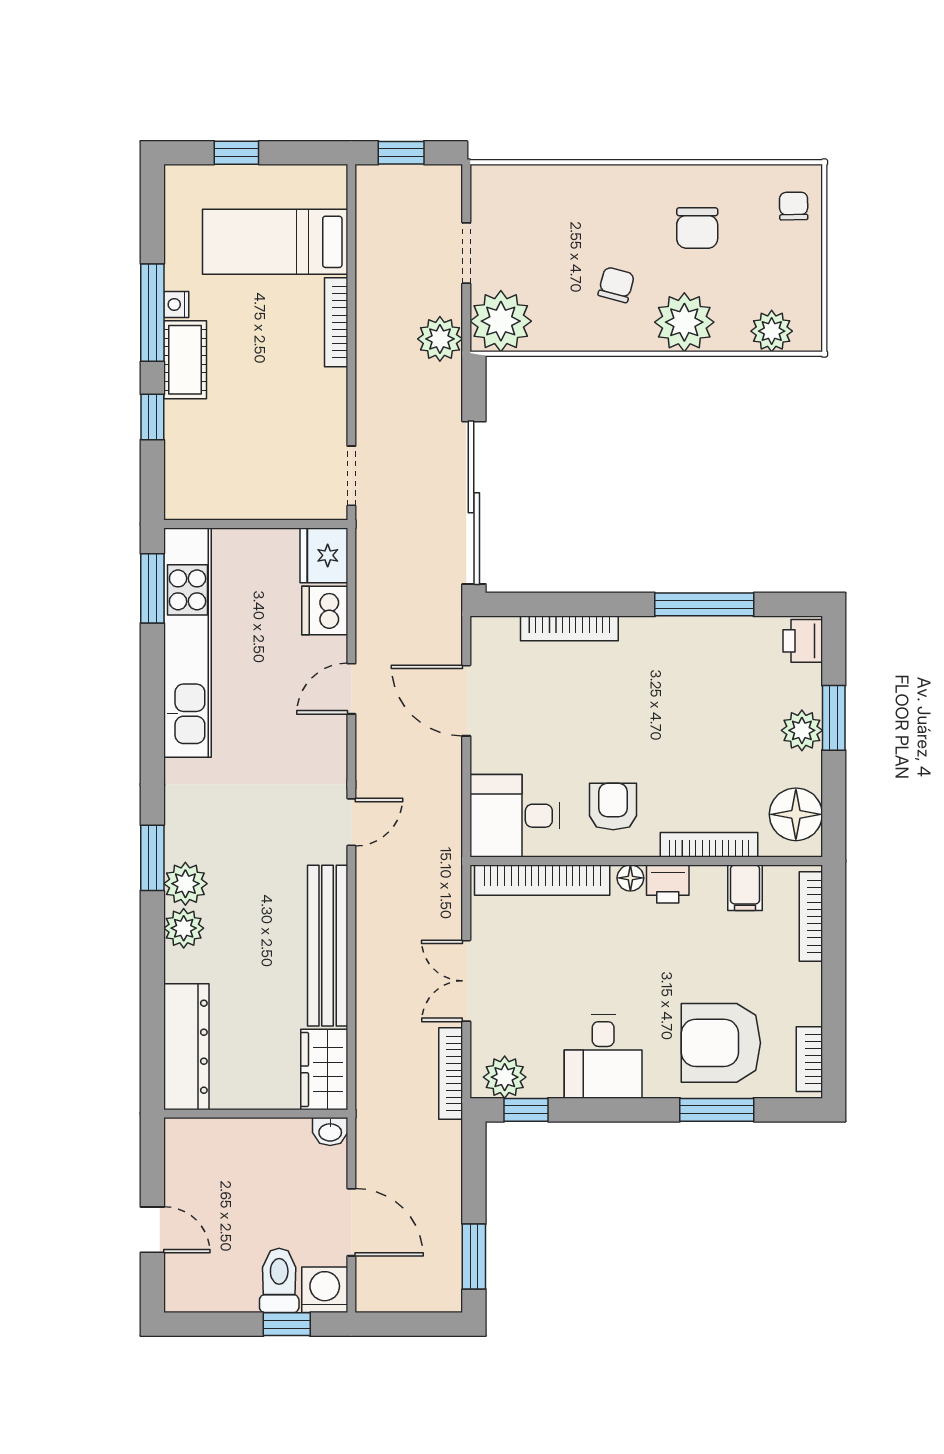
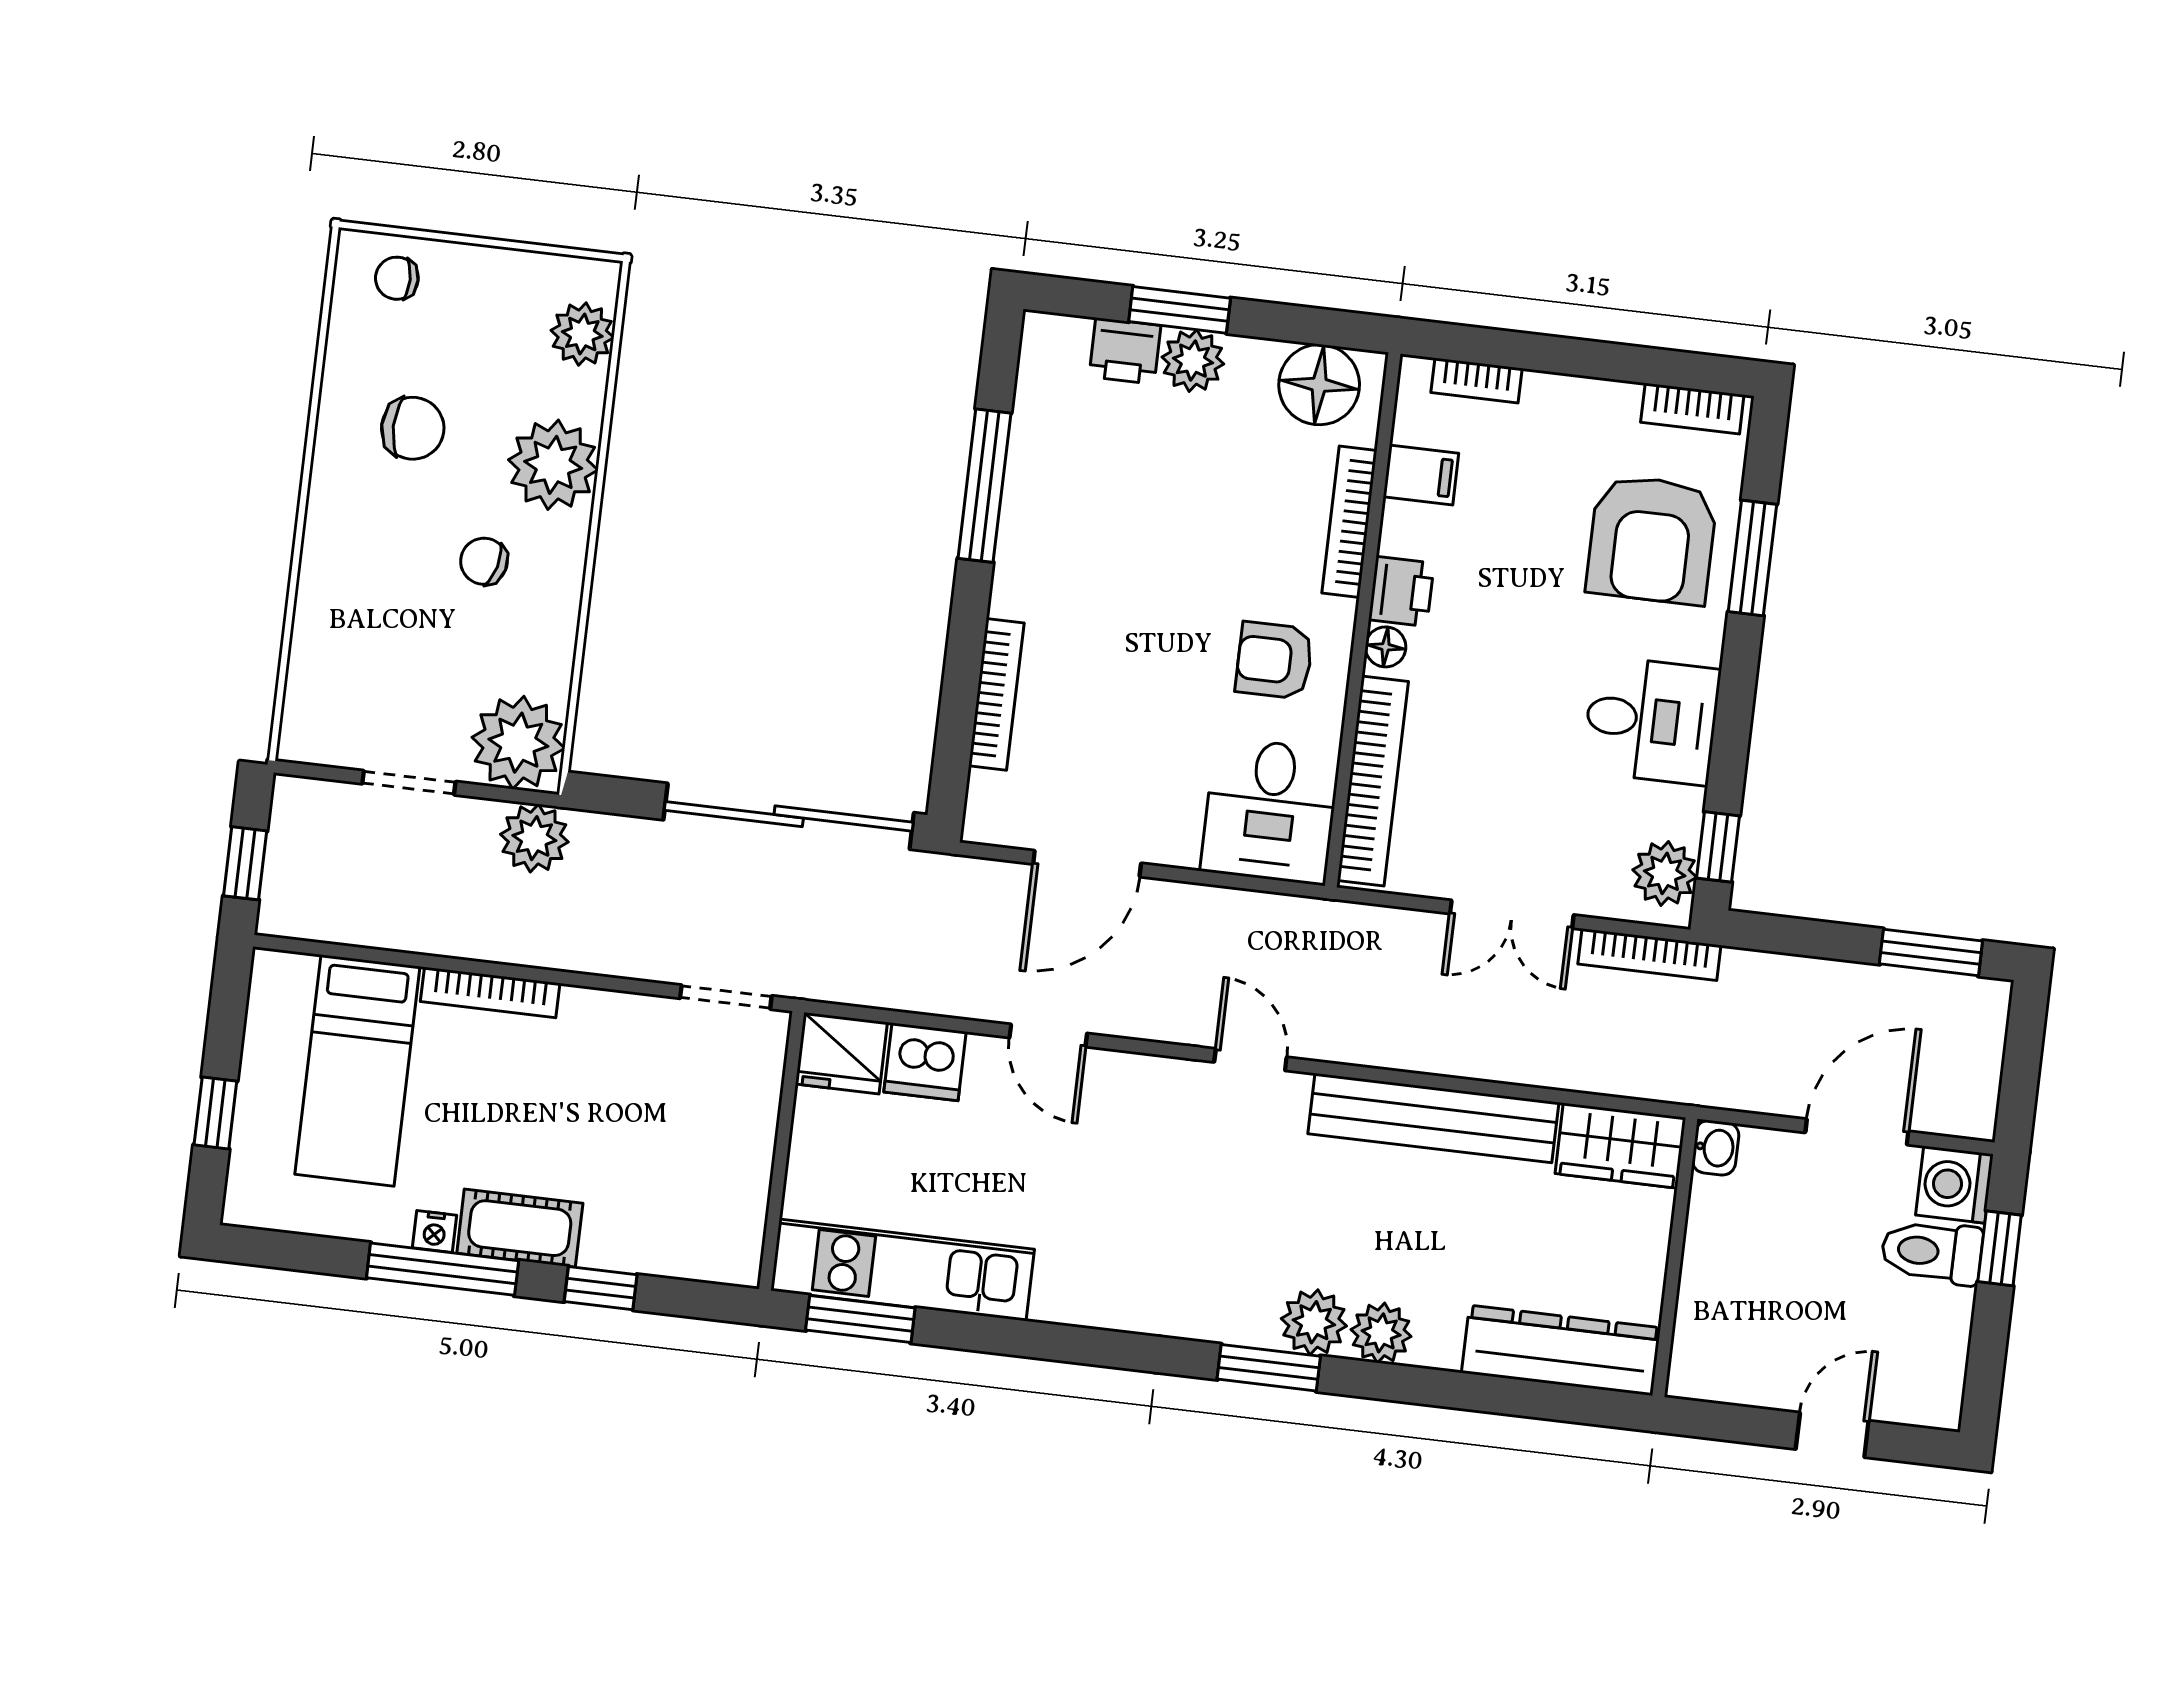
printer: (803, 641) -> (1125, 351), moved
kitchen unit: (188, 643) -> (903, 1270), width x0.73
bookcase: (811, 916) -> (1476, 381), width x0.64

